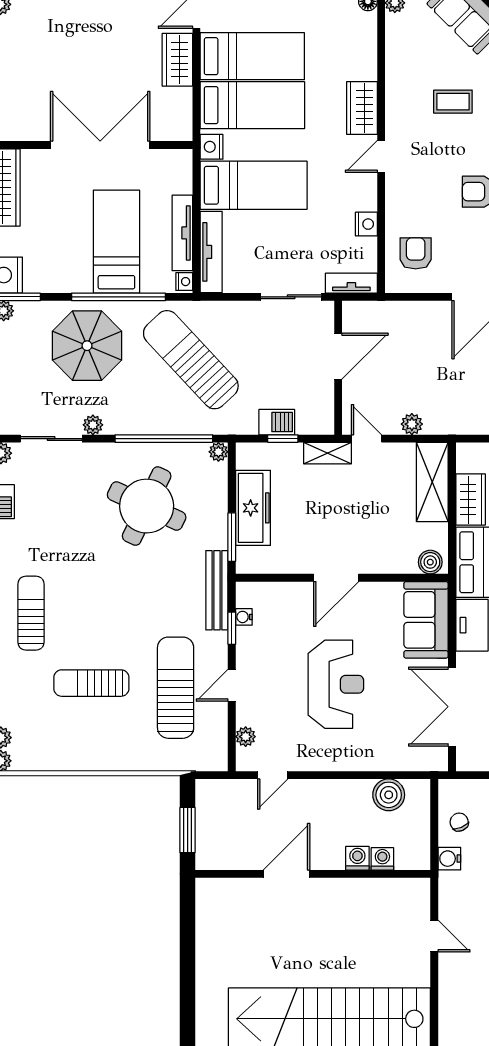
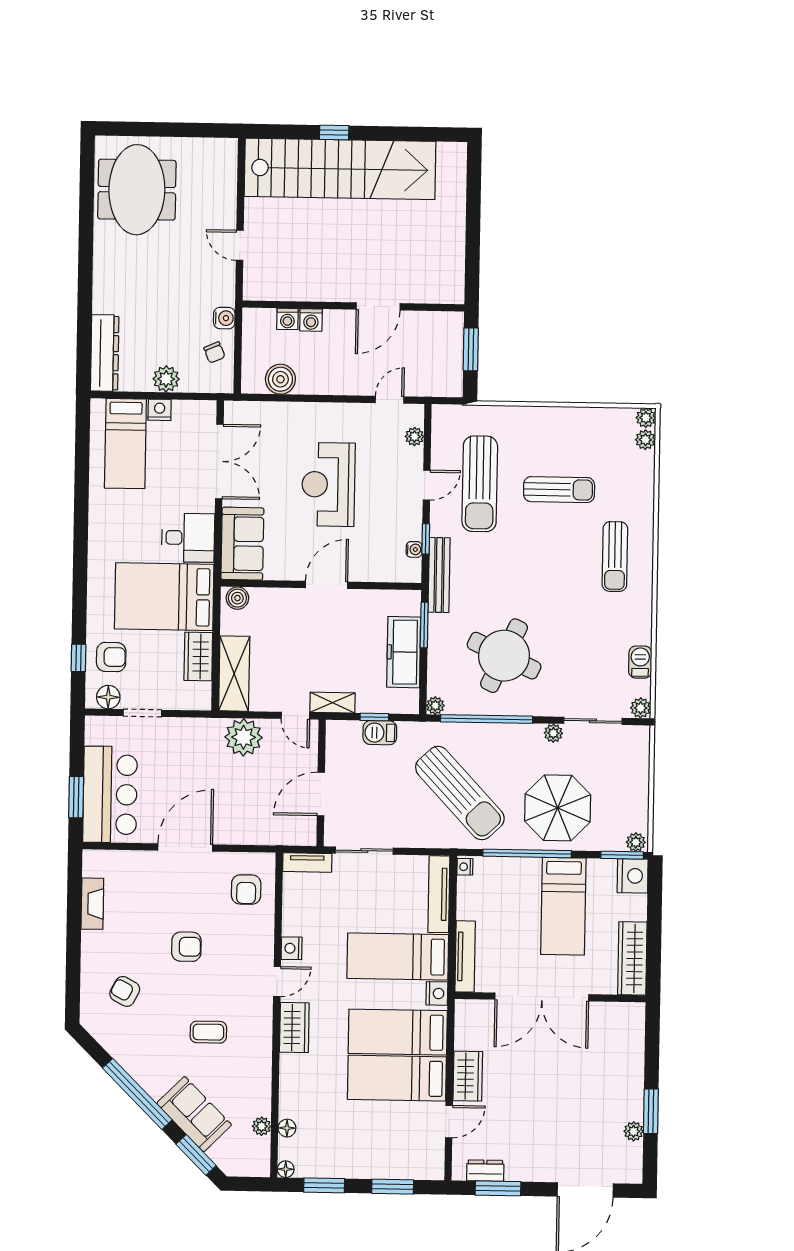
nightstand: (366, 224) -> (292, 948), moved
tv unit: (182, 233) -> (465, 956), moved
bed: (116, 242) -> (563, 906), moved
plant: (412, 424) -> (244, 737), width x1.88, depth x1.88

